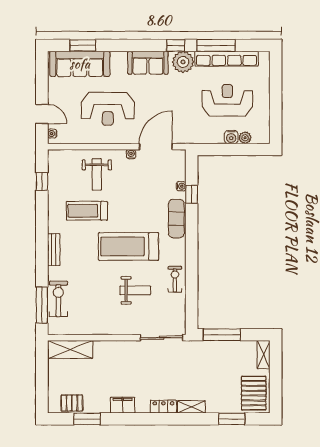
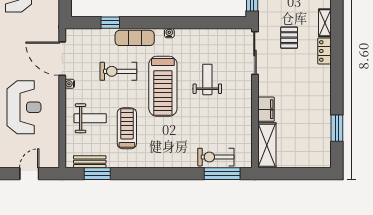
water cooler: (52, 134) -> (49, 163), removed
window: (42, 181) -> (97, 174), width x1.50
water cooler: (181, 186) -> (169, 33), moved
treadmill: (87, 211) -> (127, 128), turned 180
bench: (54, 250) -> (90, 162), moved
exercise bike: (175, 279) -> (118, 71), moved, width x1.38, depth x1.39
pallet: (72, 403) -> (289, 38), moved
filing cabinet: (123, 405) -> (266, 109), moved, turned 180

